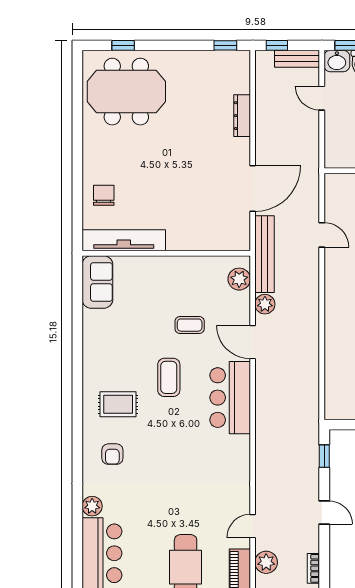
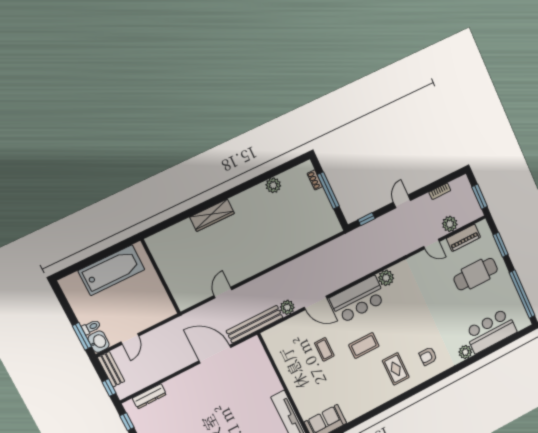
dresser: (242, 116) -> (149, 396), moved
plant: (239, 279) -> (386, 278), moved
door: (253, 342) -> (316, 303), hinge flipped
armchair: (112, 454) -> (428, 356), turned 180

